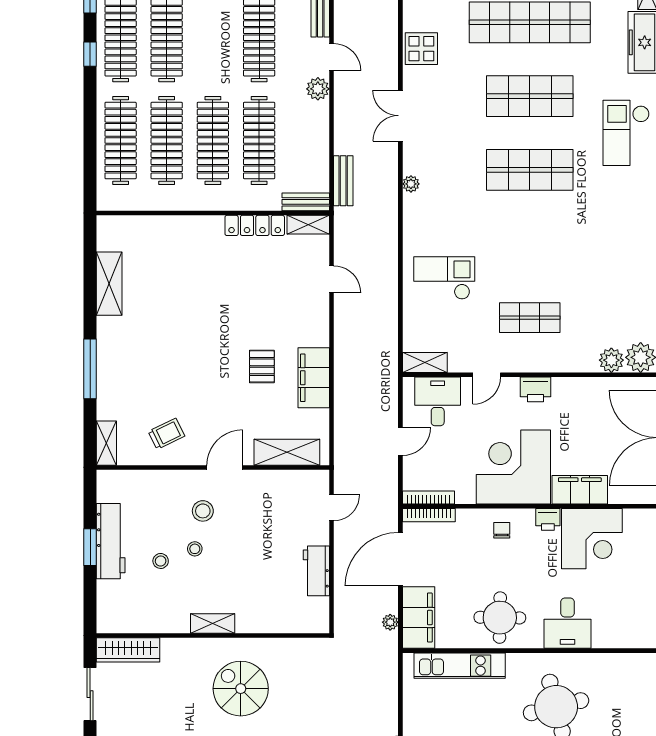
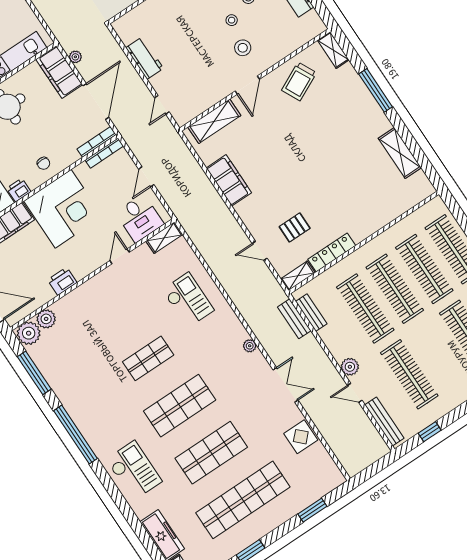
bench: (306, 202) -> (311, 313), moved, turned 90
checkout: (444, 278) -> (188, 300), turned -90
shop shelf: (530, 318) -> (148, 358), moved
pallet: (262, 366) -> (295, 227), moved, turned 90
printer: (536, 389) -> (62, 281), moved
trolley: (166, 434) -> (299, 82), width x1.36, depth x1.39

